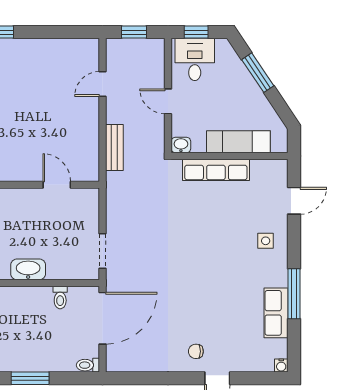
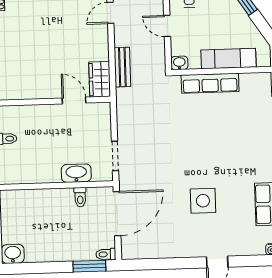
wardrobe: (87, 161) -> (100, 79), added
side table: (266, 241) -> (203, 201), moved, width x1.87, depth x1.87
washbasin: (28, 269) -> (76, 173), moved
chair: (196, 351) -> (198, 239), removed
window: (30, 378) -> (89, 266), moved

